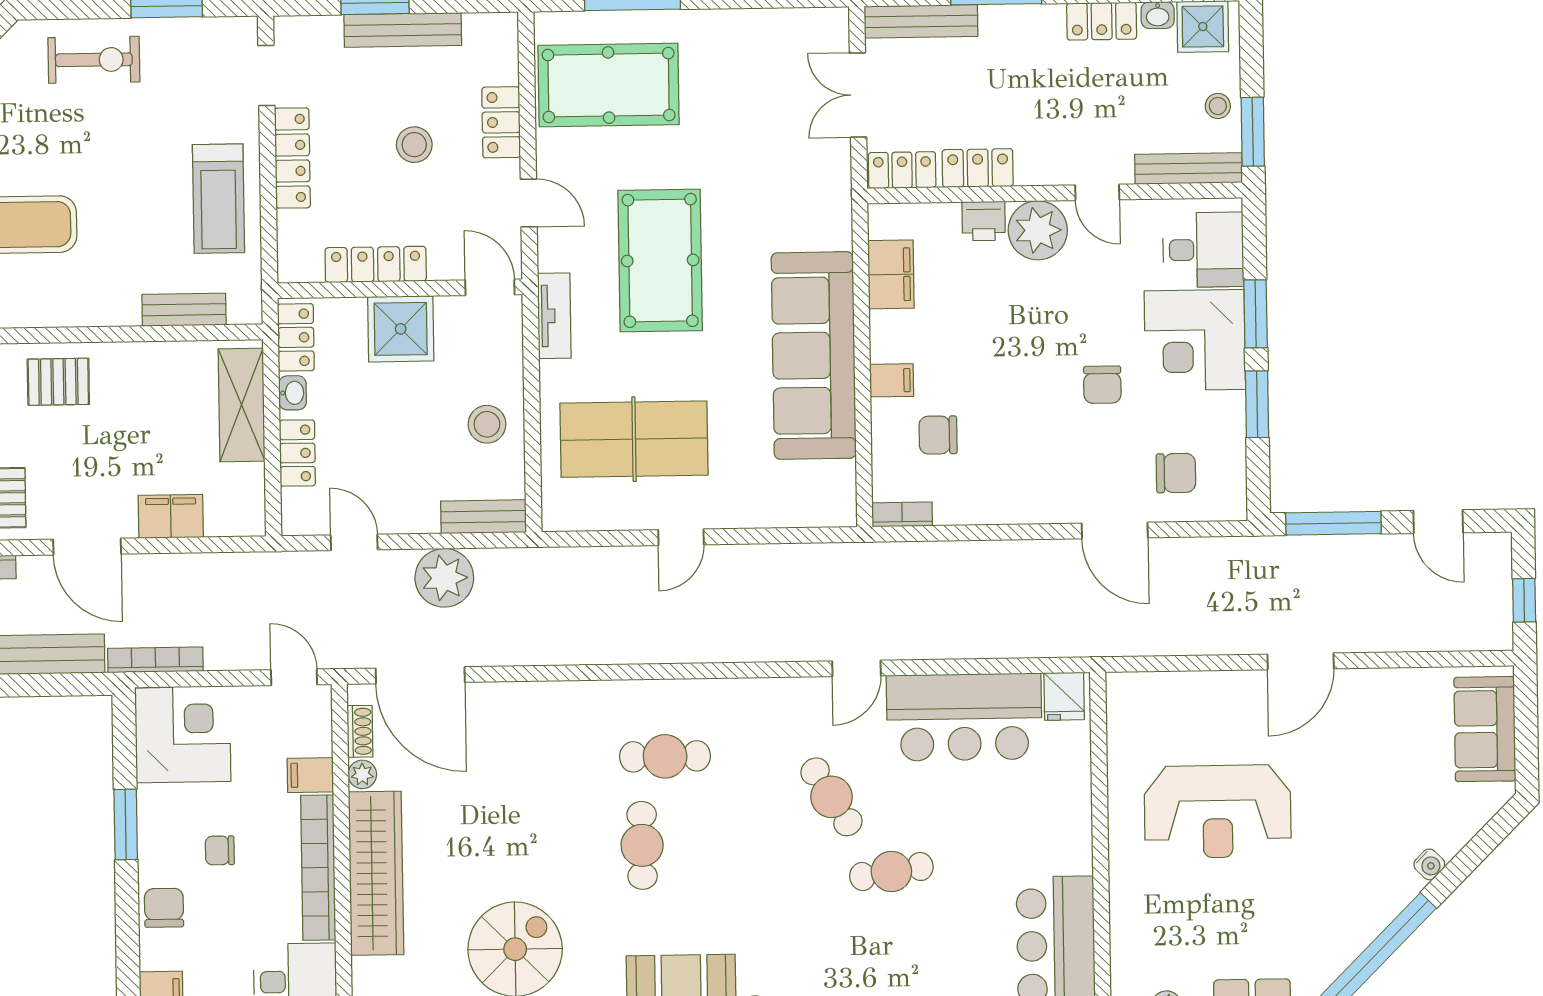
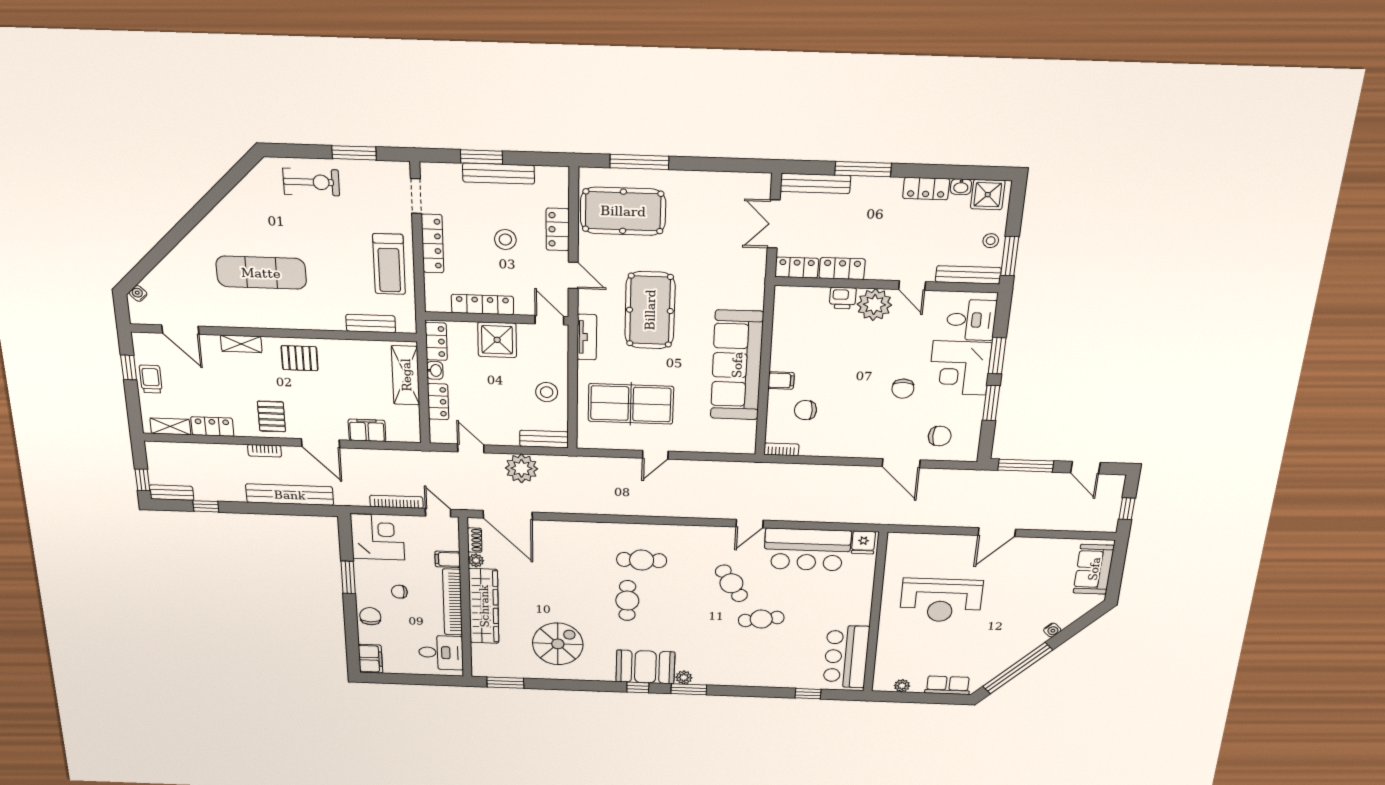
filing cabinet: (891, 274) -> (785, 324), removed
bookcase: (155, 660) -> (396, 502), moved

